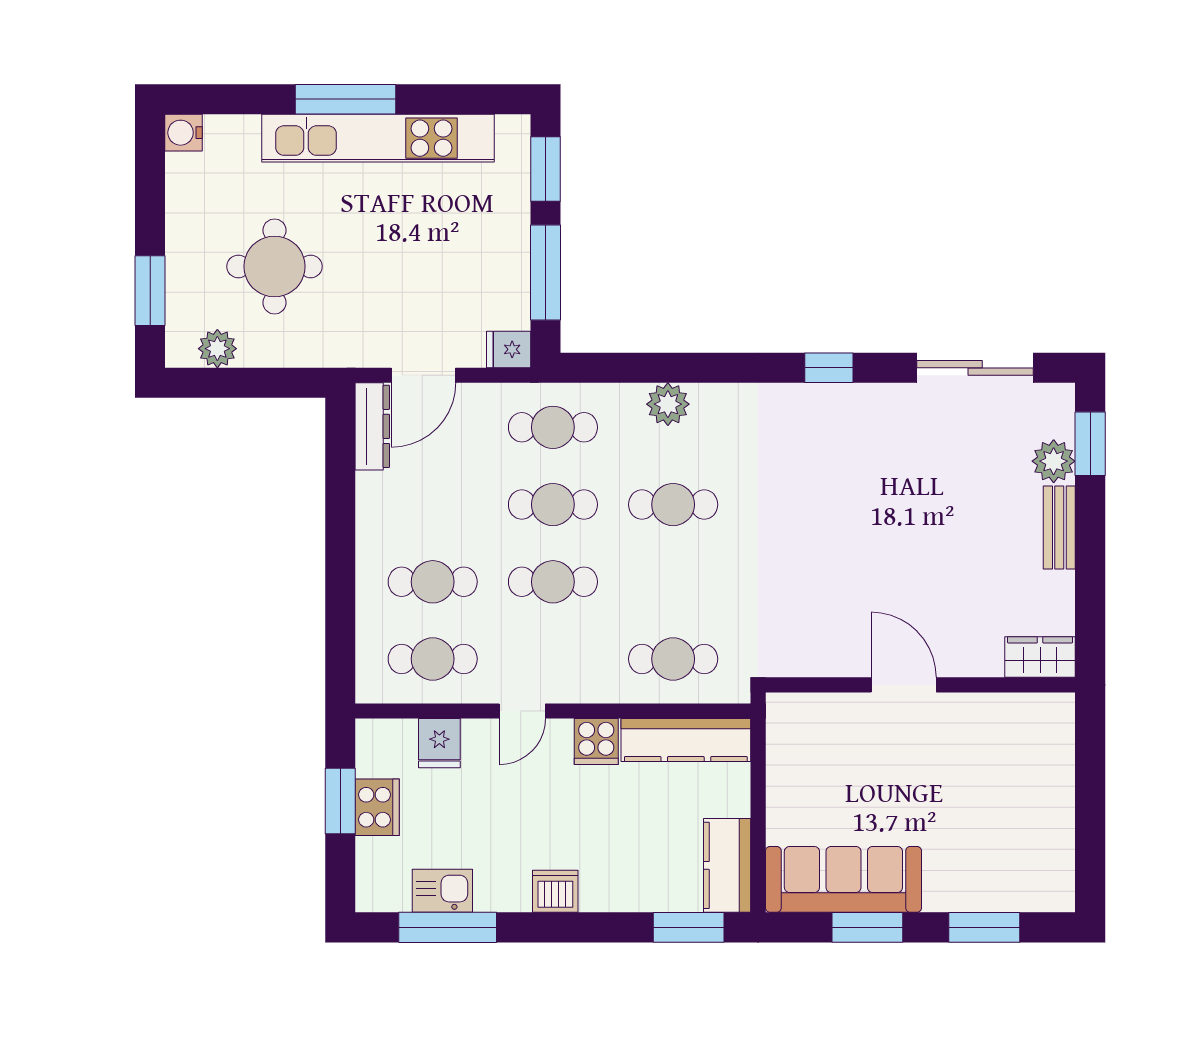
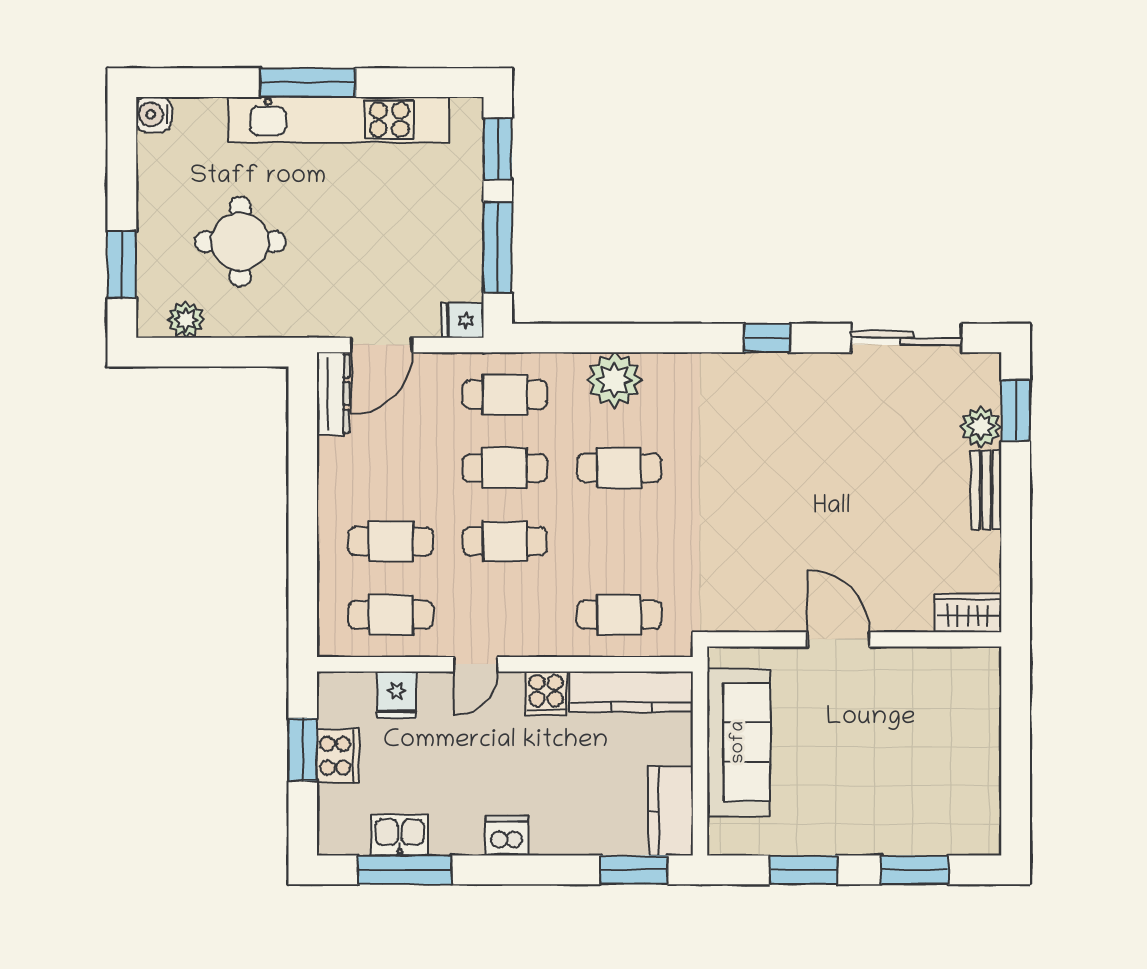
plant: (668, 404) -> (614, 380), width x1.36, depth x1.36
sofa: (843, 879) -> (739, 742), moved, turned 90

